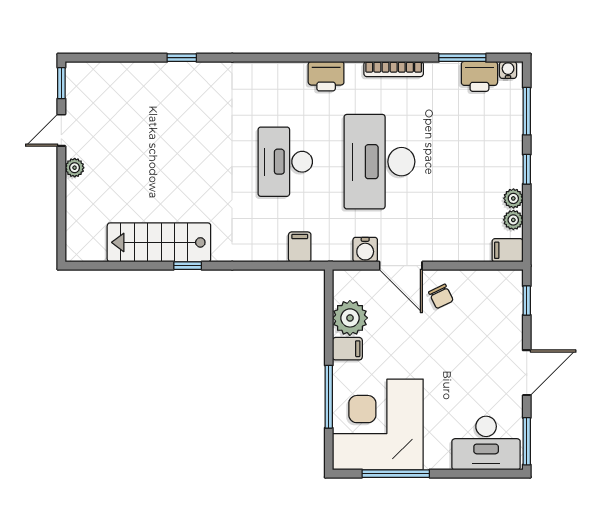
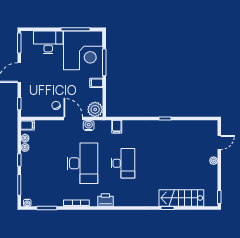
printer: (479, 76) -> (40, 200), removed
door: (61, 130) -> (219, 142), moved
stairs: (159, 242) -> (181, 198), moved, turned 180
plant: (350, 318) -> (95, 109), moved
desk: (486, 443) -> (48, 42), moved

